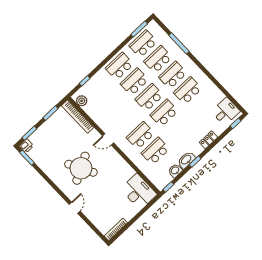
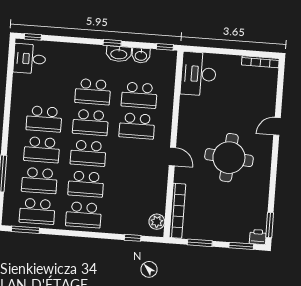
school desk: (179, 129) -> (93, 92), added
locker: (208, 140) -> (76, 50), removed
round table: (81, 168) -> (229, 158), turned 33

